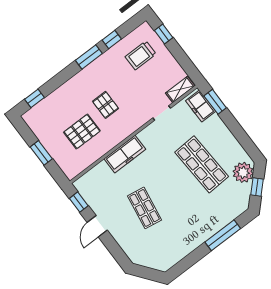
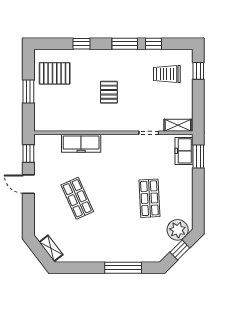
window: (34, 98) -> (81, 44), moved
pallet: (82, 132) -> (55, 73), moved
freezer: (125, 154) -> (81, 143), moved
shop shelf: (202, 164) -> (149, 198), width x0.70, depth x0.74
shop shelf: (144, 208) -> (77, 198), turned -33
door: (97, 226) -> (28, 184), hinge flipped
shelving: (154, 263) -> (51, 248), added

